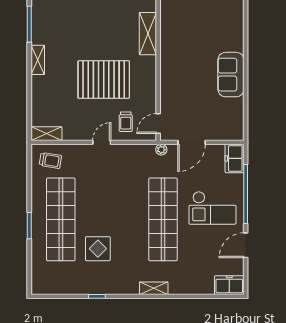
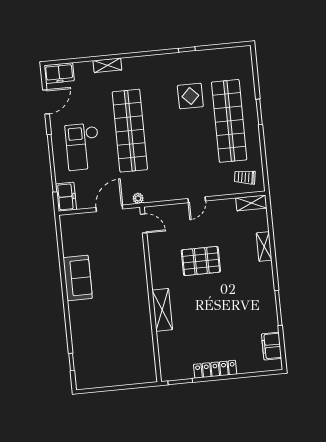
shelving: (38, 60) -> (264, 247), moved
pallet: (104, 80) -> (201, 261), width x0.73, depth x0.71
trolley: (126, 122) -> (175, 222), removed
door: (158, 123) -> (144, 223), hinge flipped
checkout: (212, 208) -> (83, 147), turned -90
door: (246, 245) -> (46, 102), moved
shelving: (154, 288) -> (107, 65), moved

